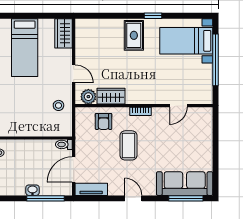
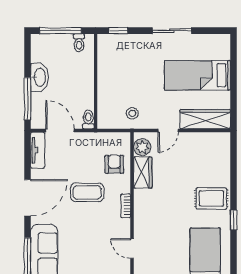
wardrobe: (64, 33) -> (205, 119), width x1.50
armchair: (104, 121) -> (114, 164), turned 90
washbasin: (33, 190) -> (39, 77), width x1.91, depth x1.45
door: (133, 198) -> (27, 198), width x1.88

